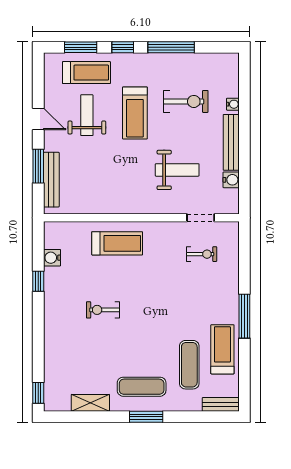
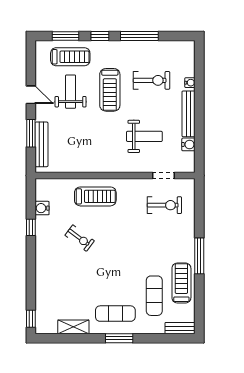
exercise bike: (202, 254) -> (164, 205), width x1.38, depth x1.39
exercise bike: (103, 310) -> (80, 238), moved, turned -143

